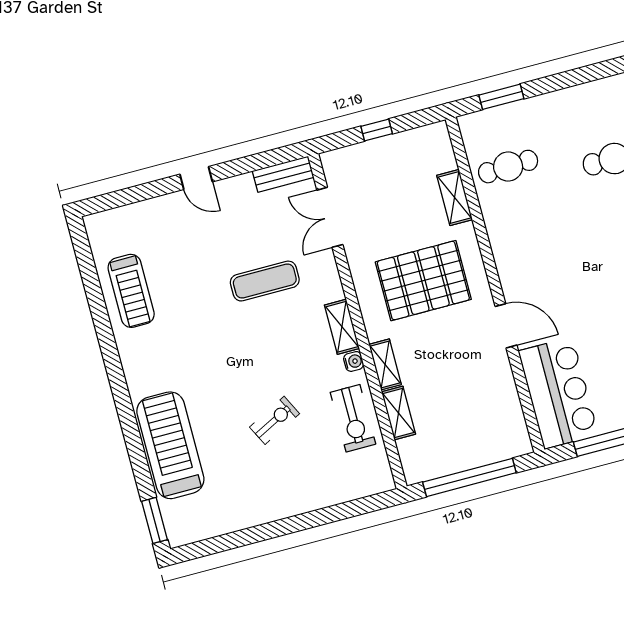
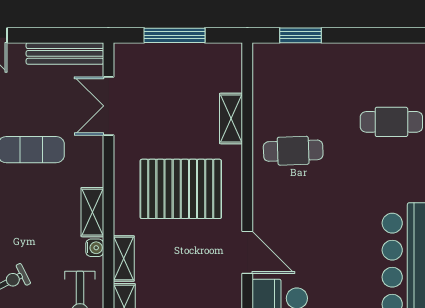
window: (377, 130) -> (175, 35), width x2.17
cafe table: (508, 167) -> (293, 151), moved
bench: (283, 174) -> (65, 53), width x1.36

